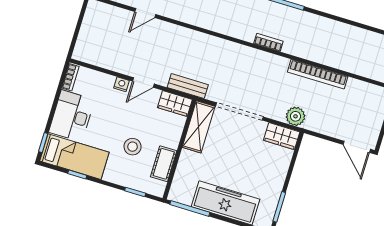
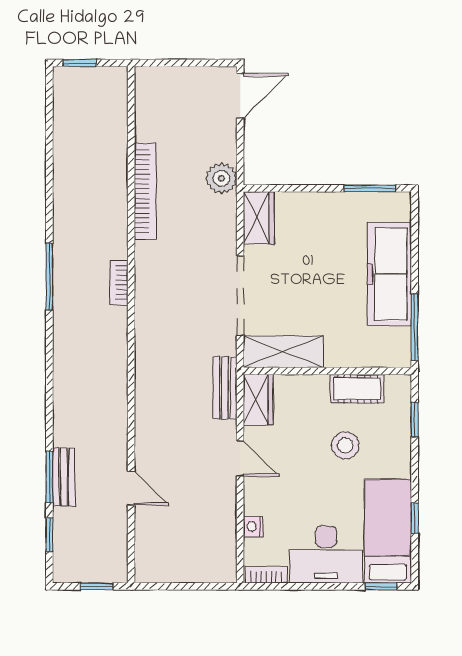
nightstand: (122, 84) -> (253, 526), moved
plant: (296, 116) -> (221, 178), moved

